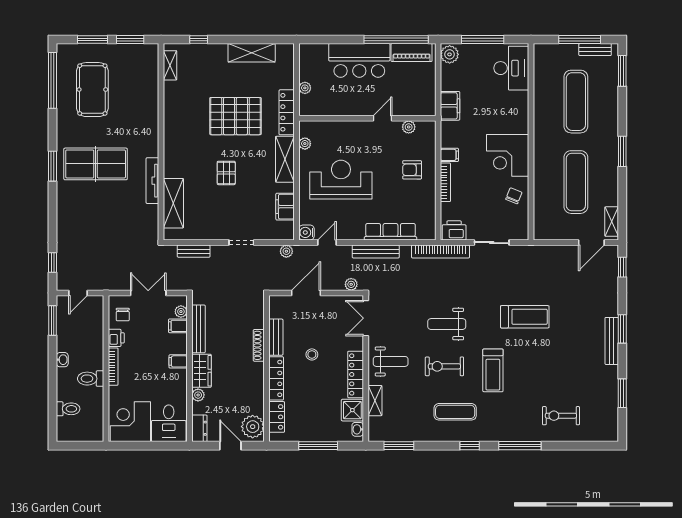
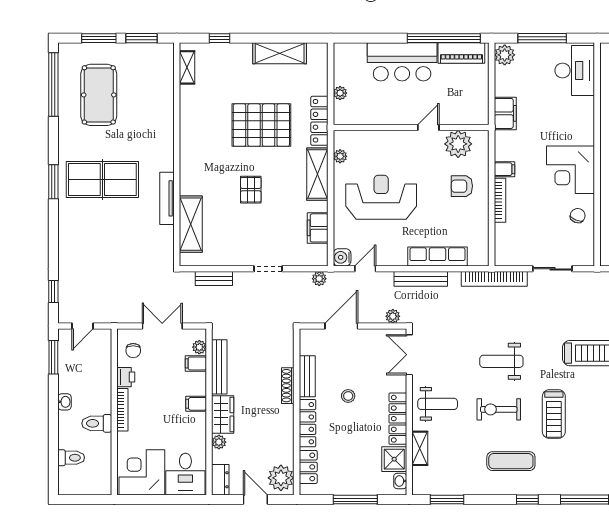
plant: (409, 127) -> (458, 144), width x1.87, depth x1.87
printer: (454, 230) -> (510, 255), removed

